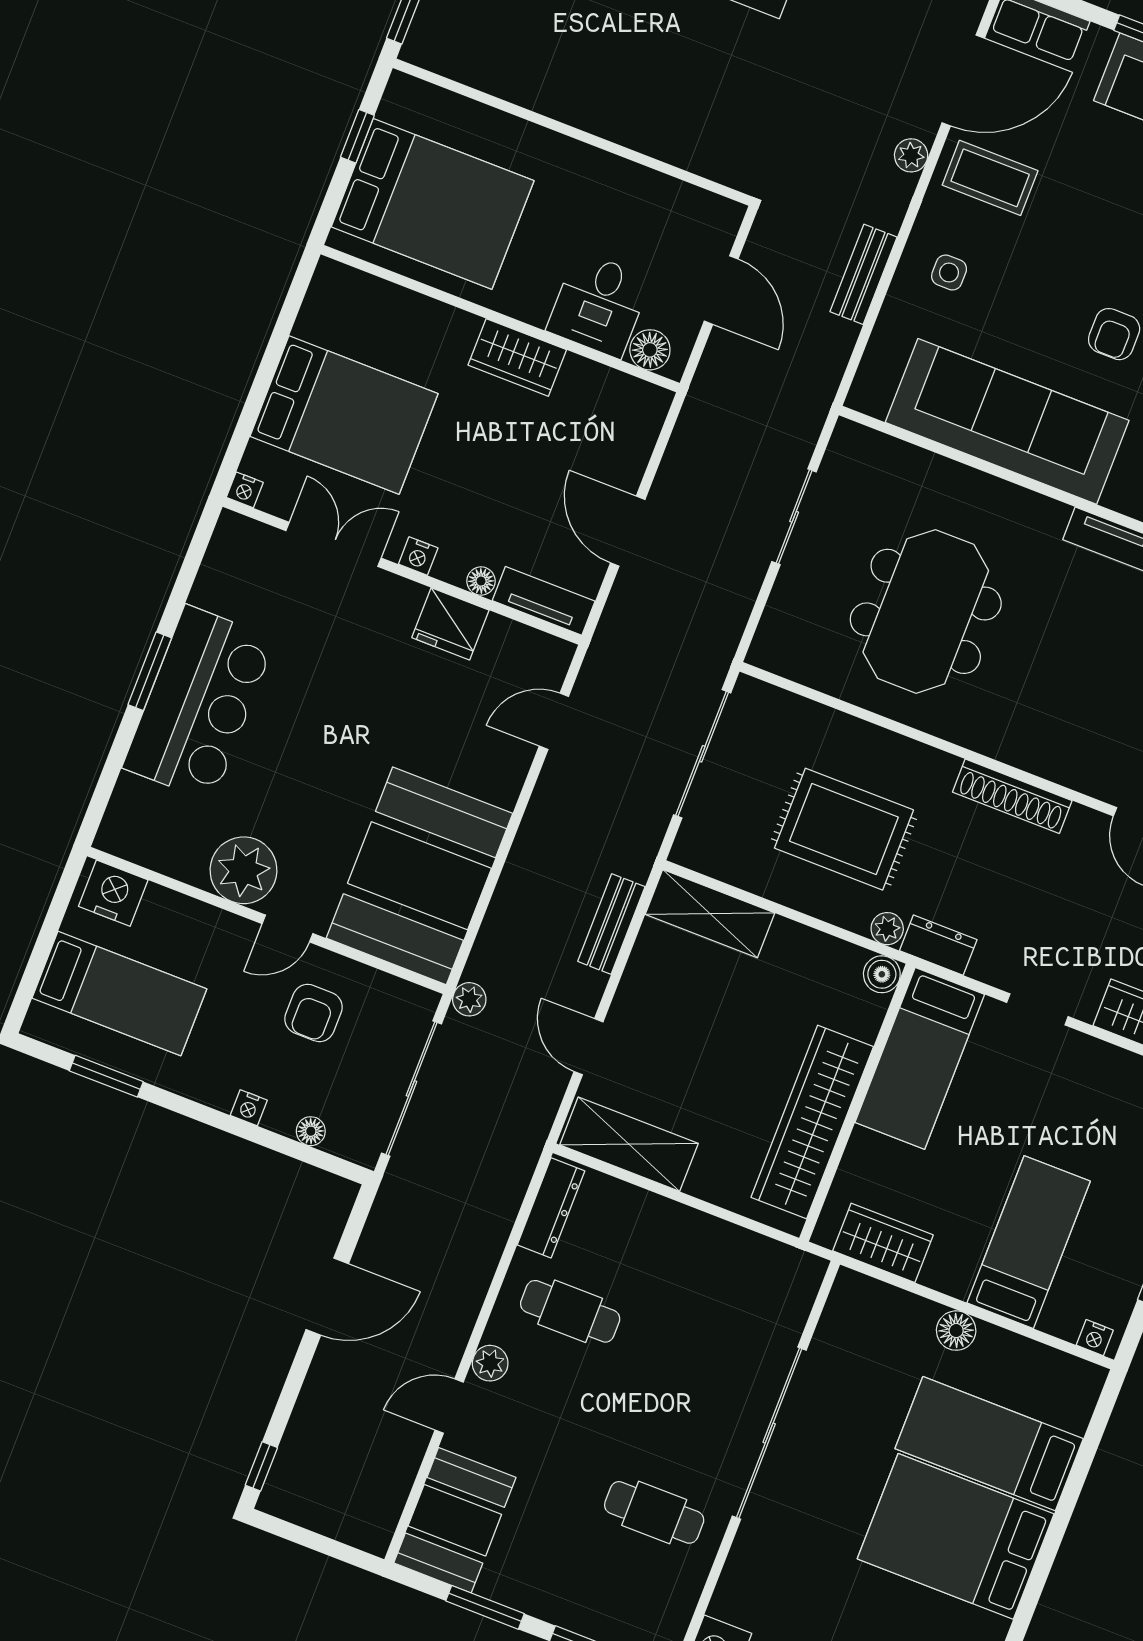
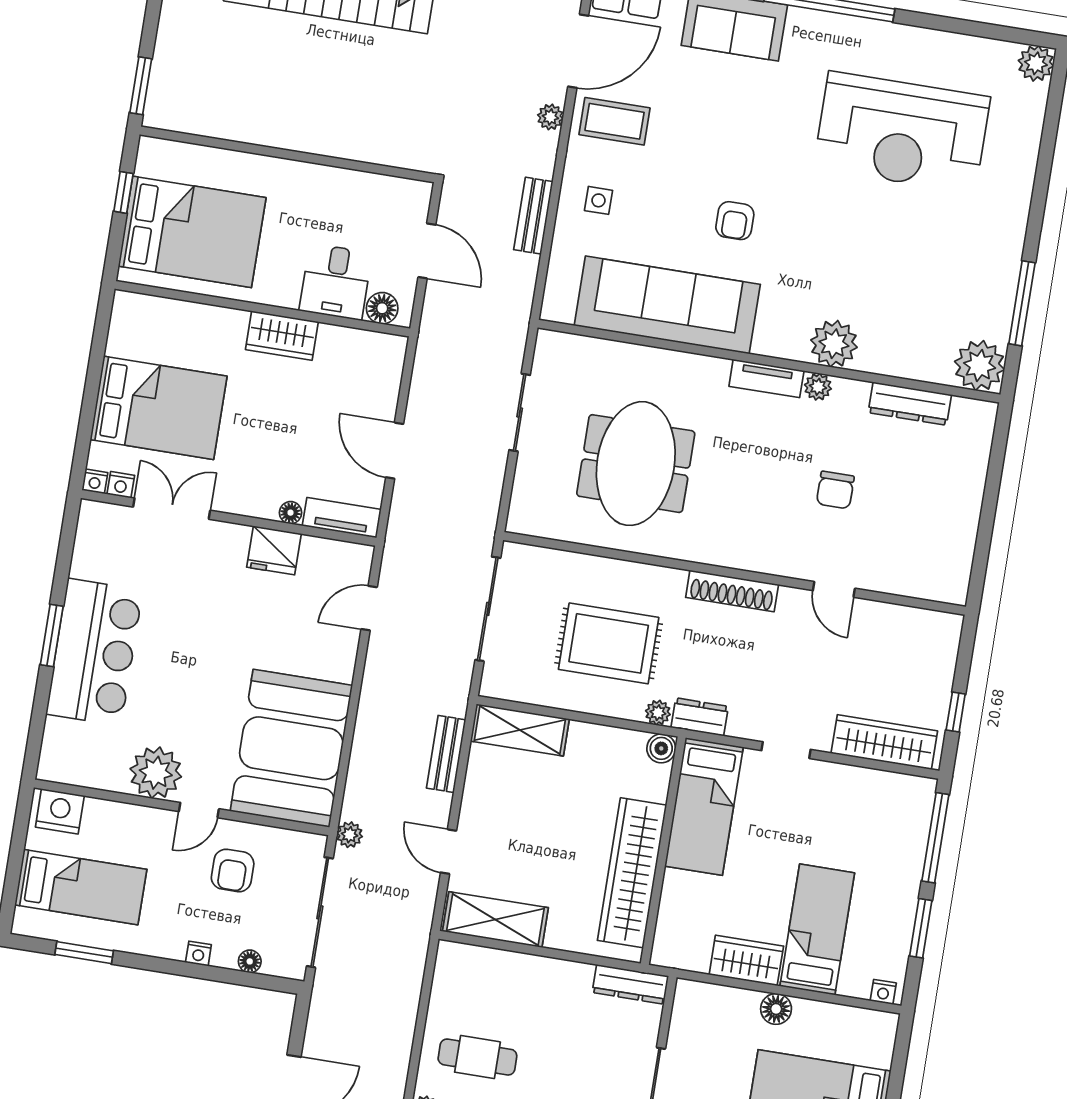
nightstand: (418, 556) -> (121, 485), moved
dresser: (551, 1208) -> (630, 984), moved, turned 90
wardrobe: (883, 1243) -> (746, 960), moved

